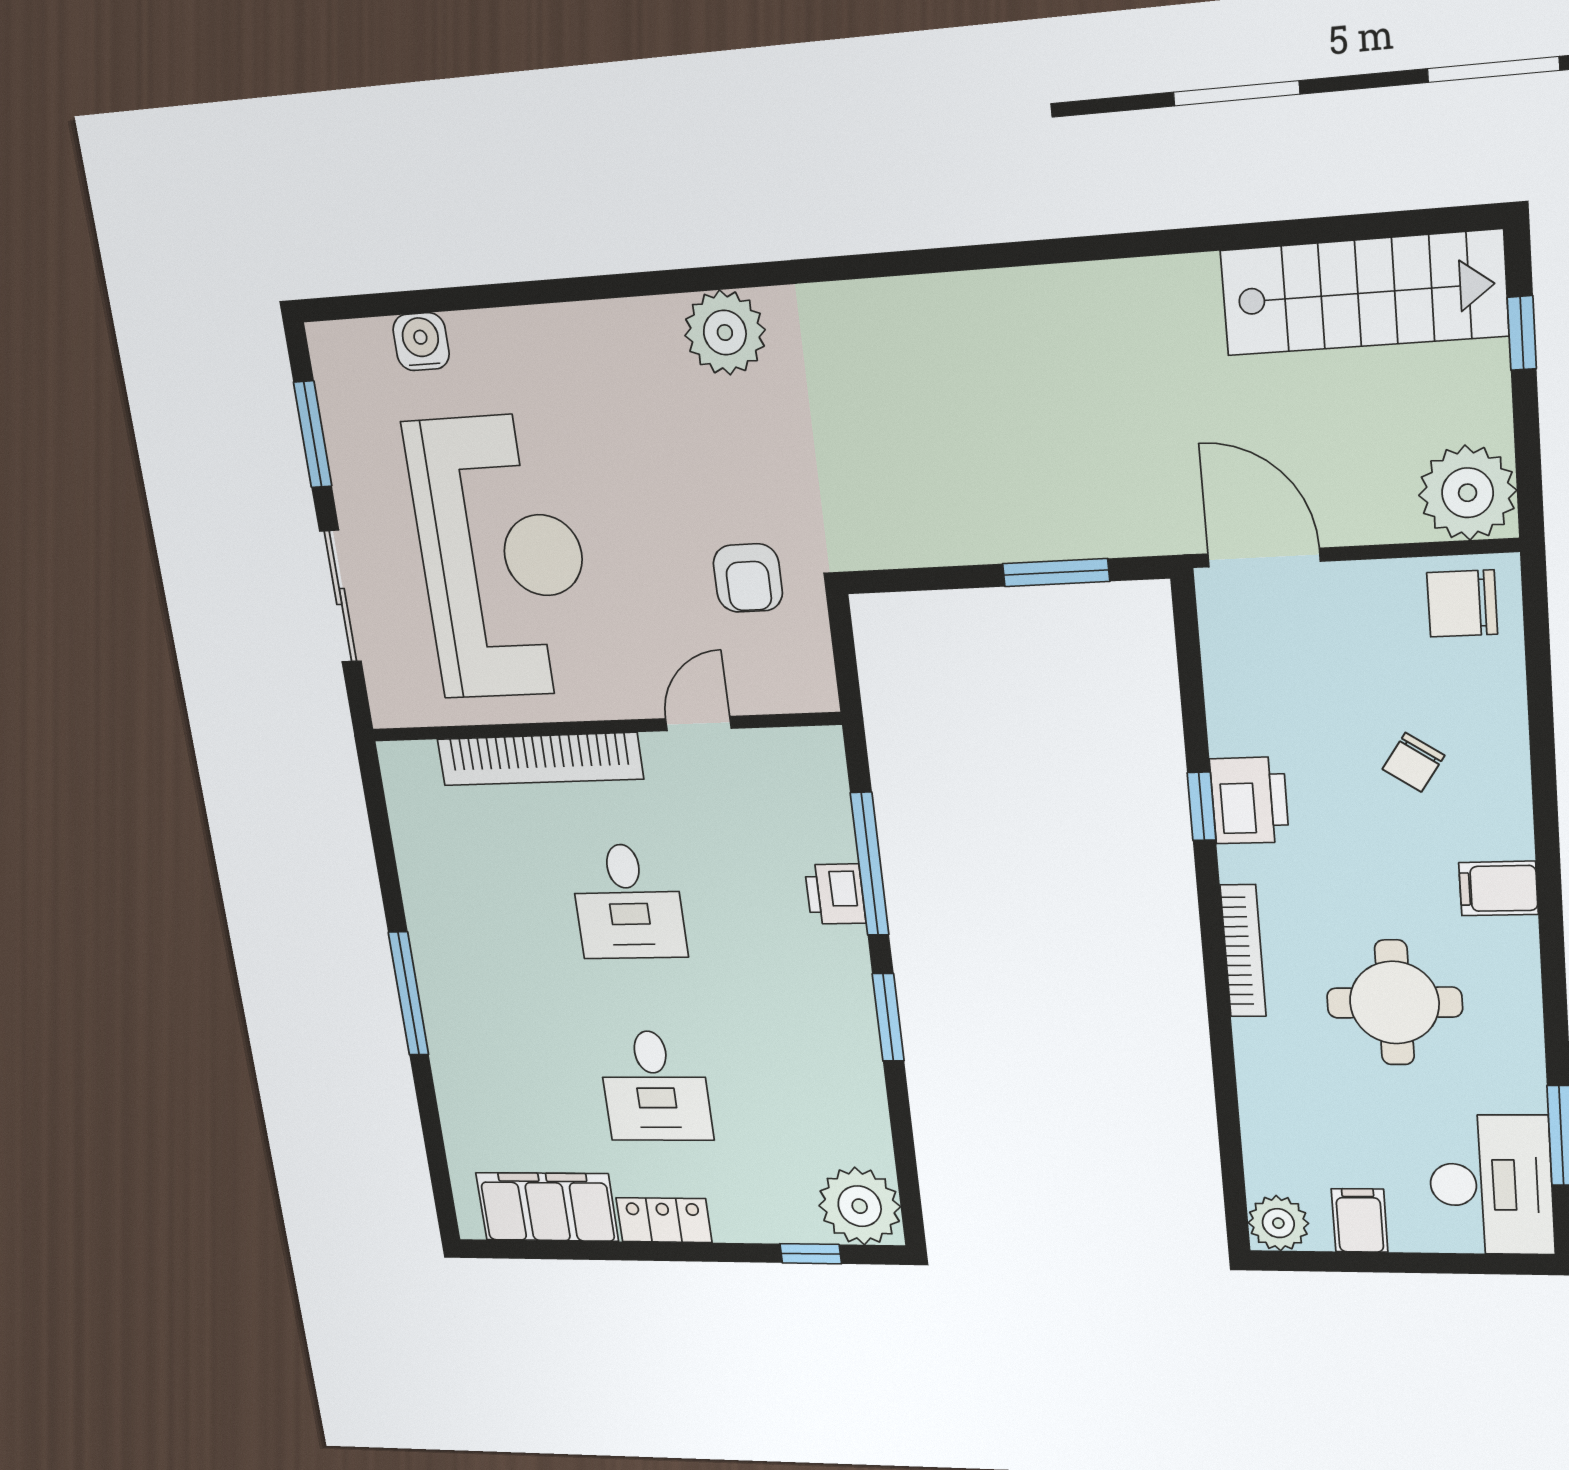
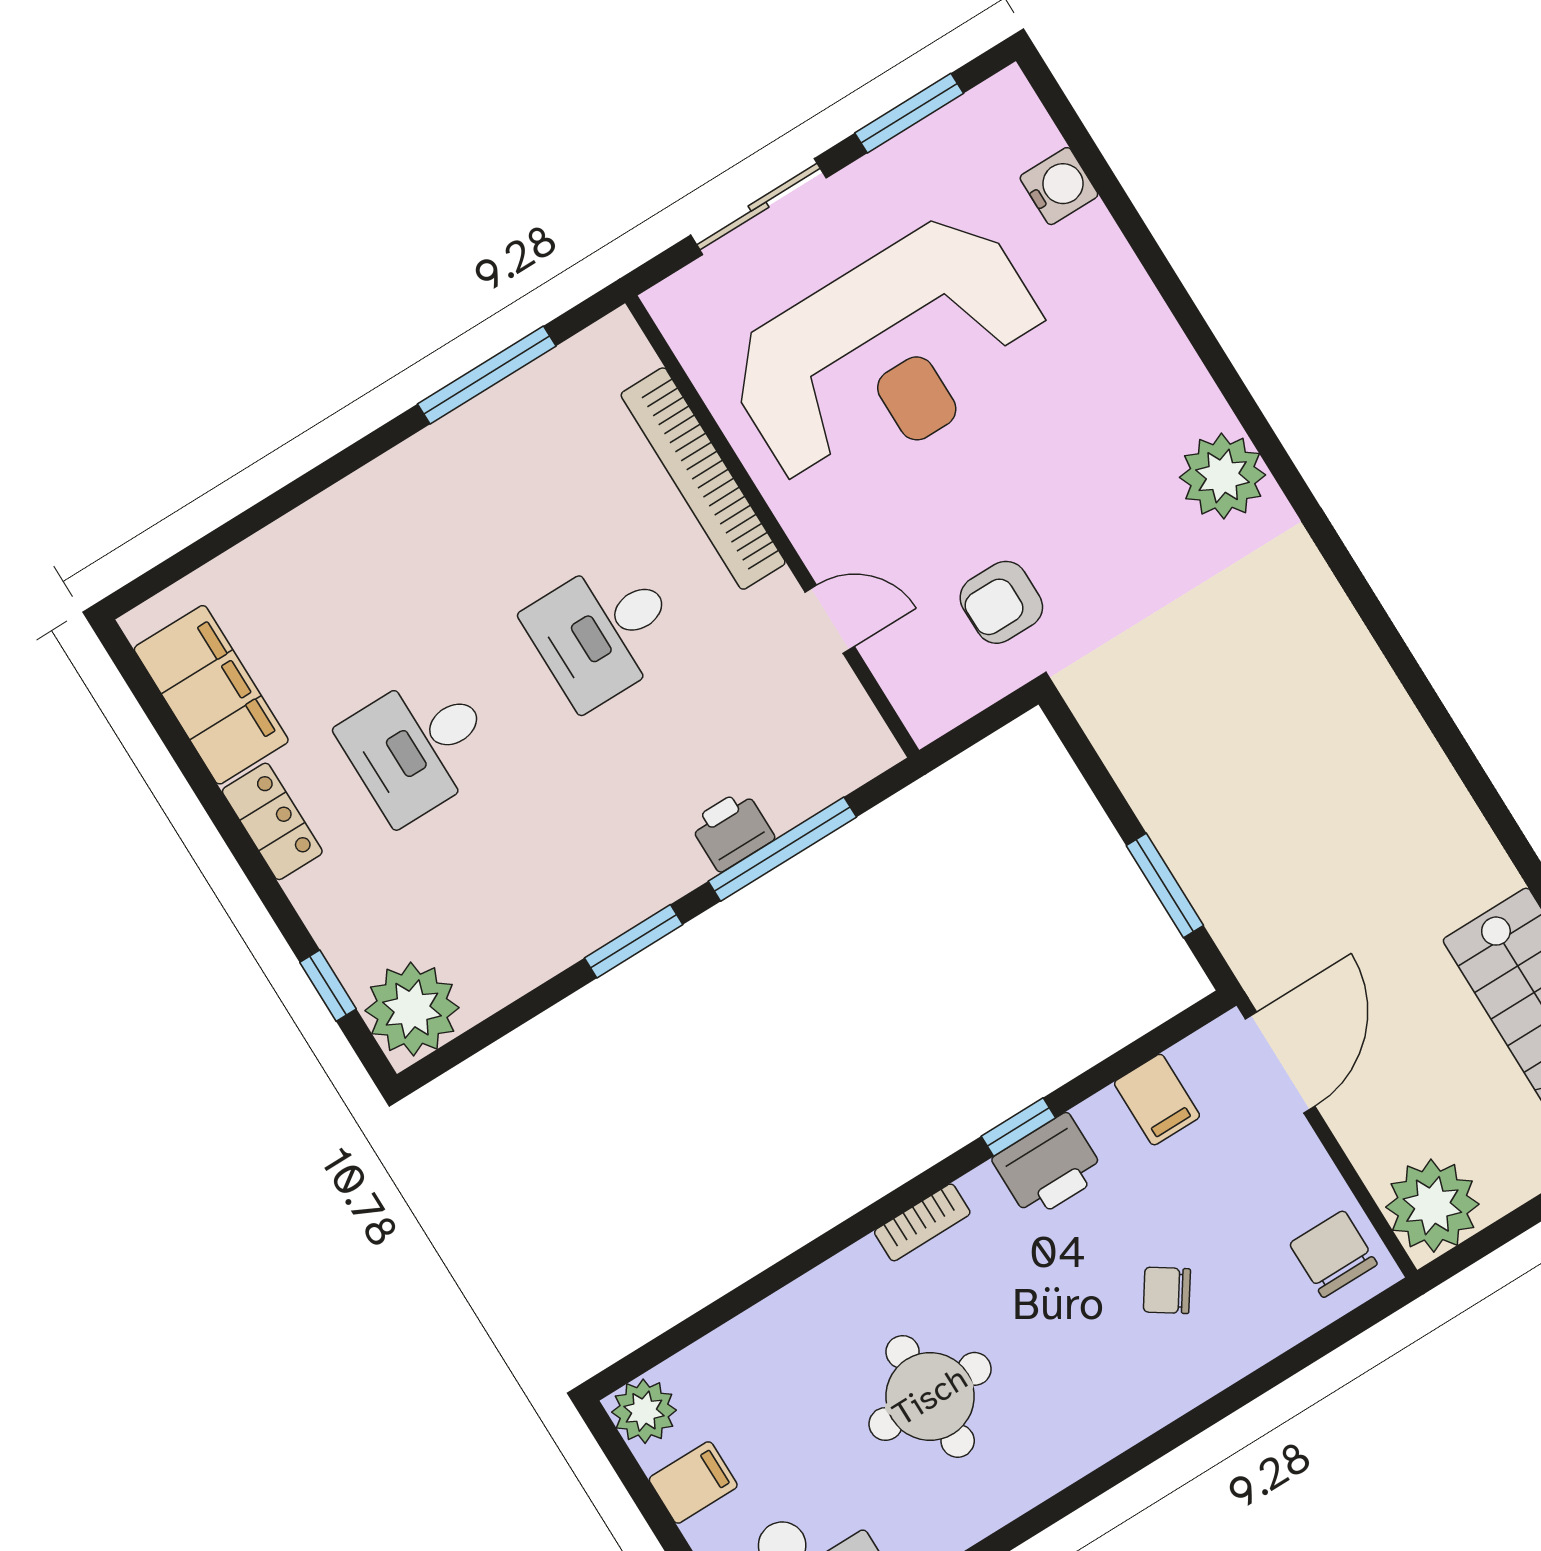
filing cabinet: (1498, 888) -> (1157, 1100), moved, turned 180
bookcase: (1243, 951) -> (922, 1222), width x0.64
window: (409, 994) -> (487, 375), moved

